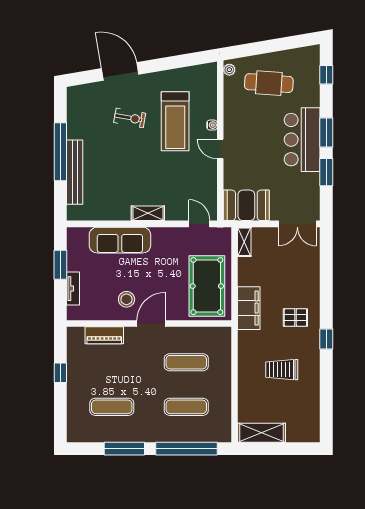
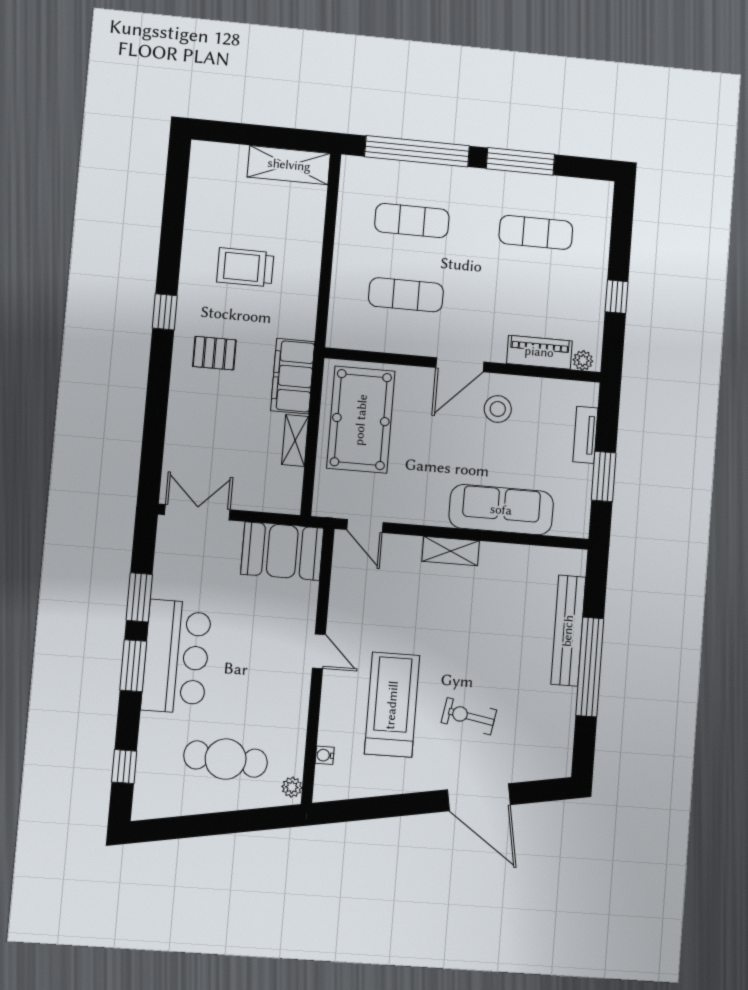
water cooler: (212, 125) -> (325, 755), moved
shelving: (244, 242) -> (295, 440), moved
plant: (78, 333) -> (583, 360), added
trolley: (282, 370) -> (245, 267), turned 180

